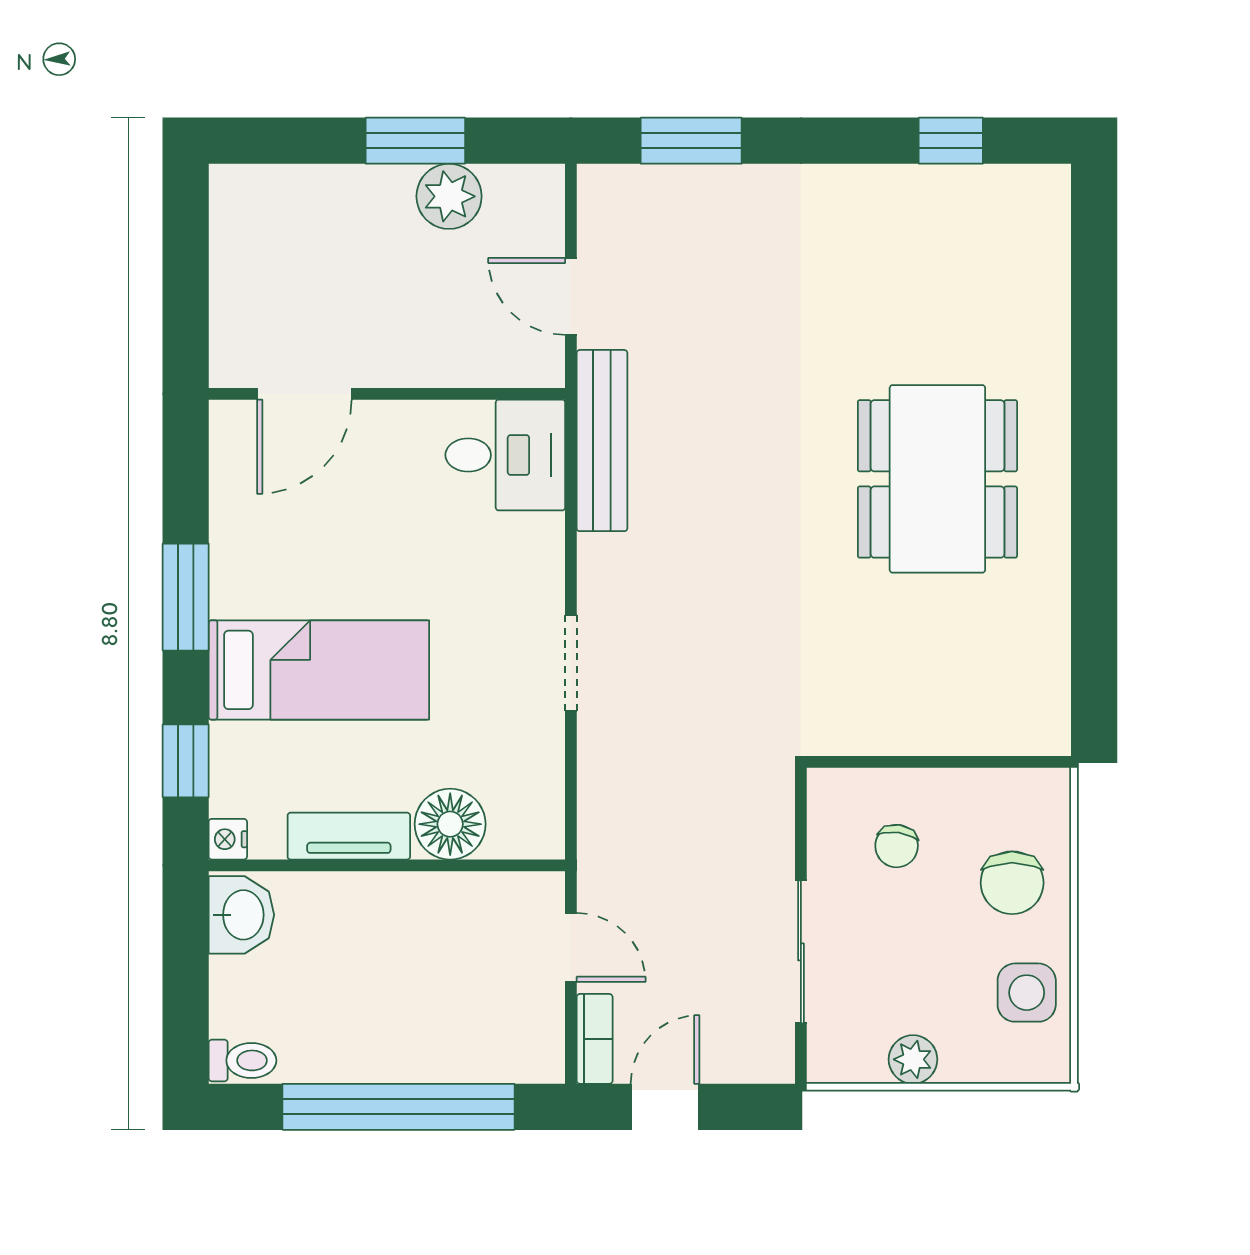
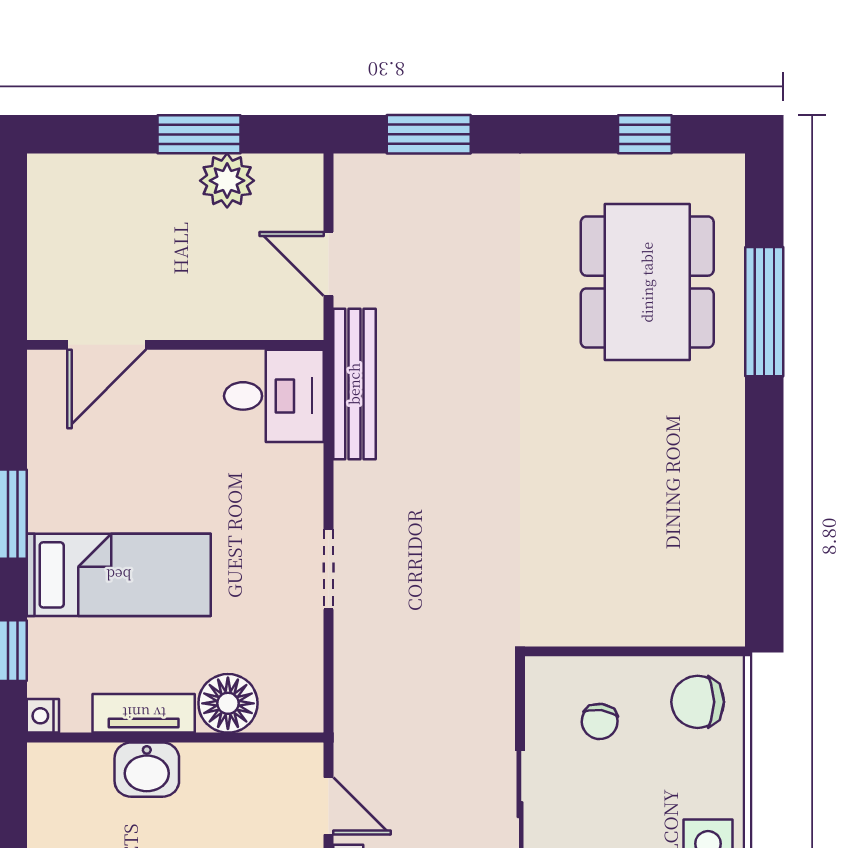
window: (1094, 354) -> (764, 312), added
dining table: (937, 479) -> (647, 282), moved
chair: (1012, 883) -> (698, 702), moved, turned 90
washbasin: (241, 915) -> (147, 770), moved, turned 90

